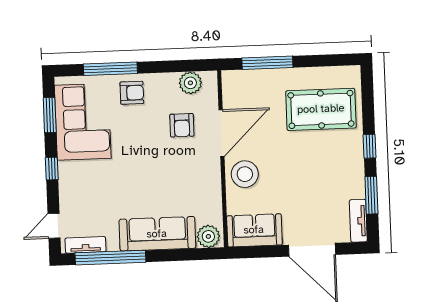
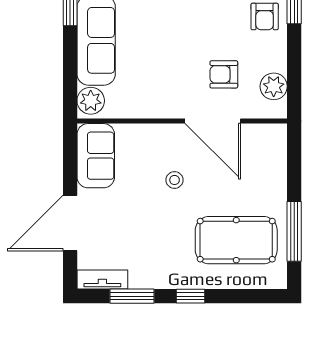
window: (267, 63) -> (294, 231), moved
pool table: (321, 109) -> (236, 240), turned 90
stool: (245, 174) -> (175, 180), moved, width x0.53, depth x0.53

